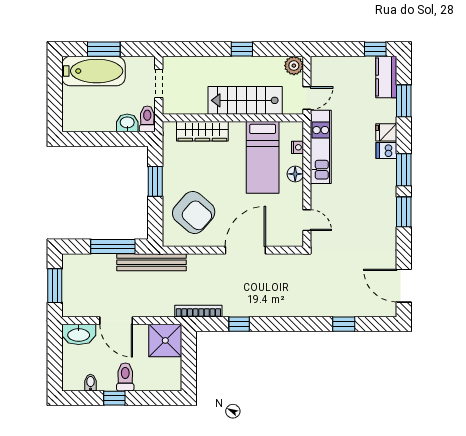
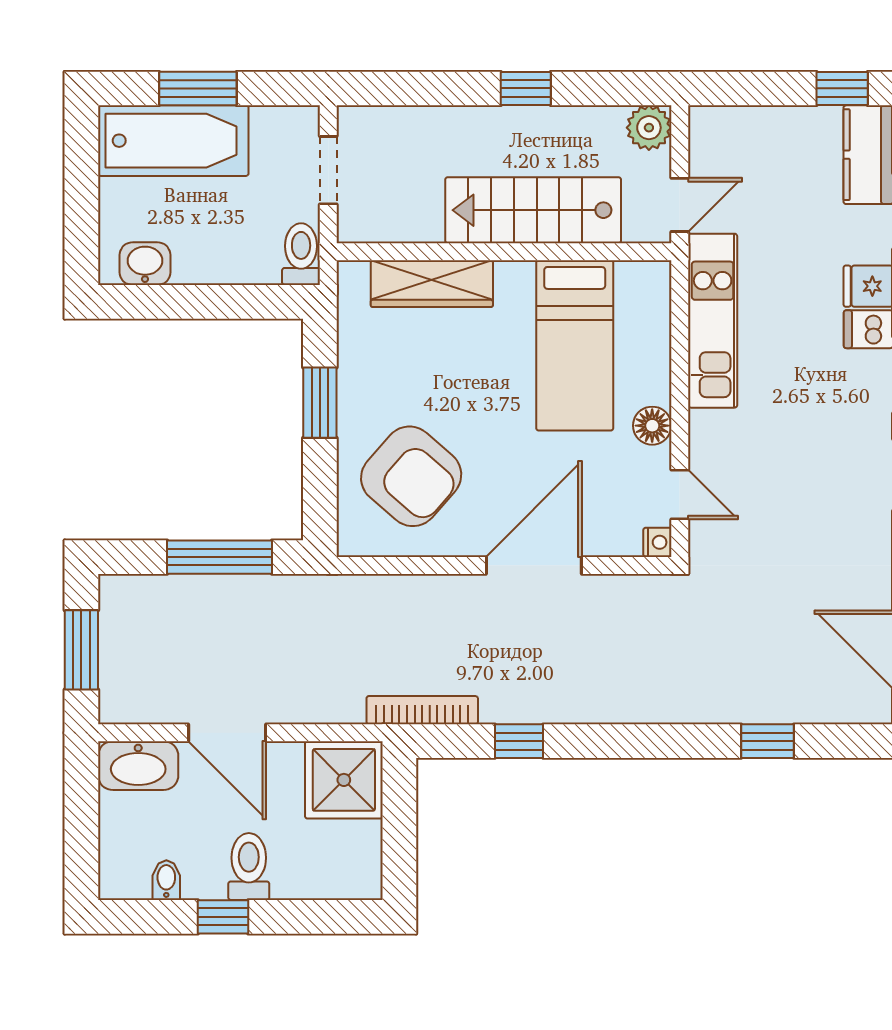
washbasin: (127, 123) -> (145, 264), moved
nightstand: (297, 147) -> (657, 542), moved
floor lamp: (295, 174) -> (652, 426), moved
bench: (151, 262) -> (311, 594), removed

